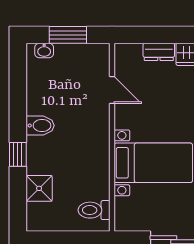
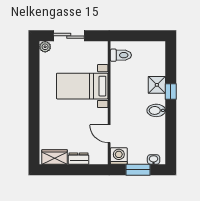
washing machine: (97, 56) -> (119, 156), added
shower: (39, 188) -> (157, 85), moved

